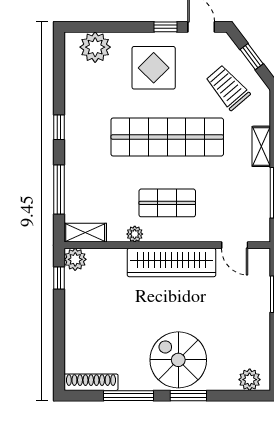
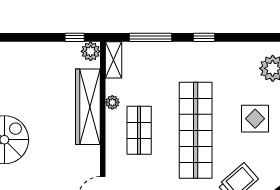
display table: (154, 68) -> (255, 119), width x0.73, depth x0.73
wardrobe: (172, 263) -> (88, 107), moved

